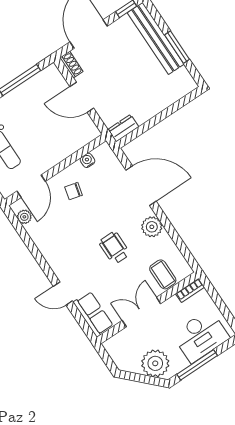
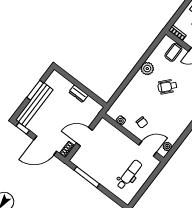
door: (82, 97) -> (84, 137), swing flipped
dresser: (123, 128) -> (78, 94), moved
door: (141, 186) -> (125, 83), removed
wheelchair: (114, 248) -> (167, 87), turned 42

